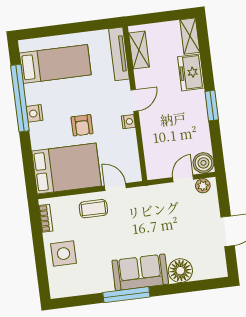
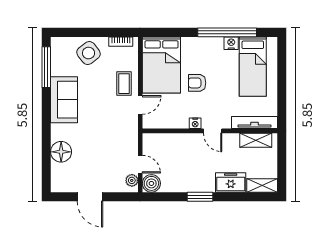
nightstand: (34, 113) -> (231, 43), moved
side table: (64, 254) -> (89, 53), turned -38
sofa: (140, 272) -> (64, 100), moved
window: (126, 295) -> (46, 67), moved

